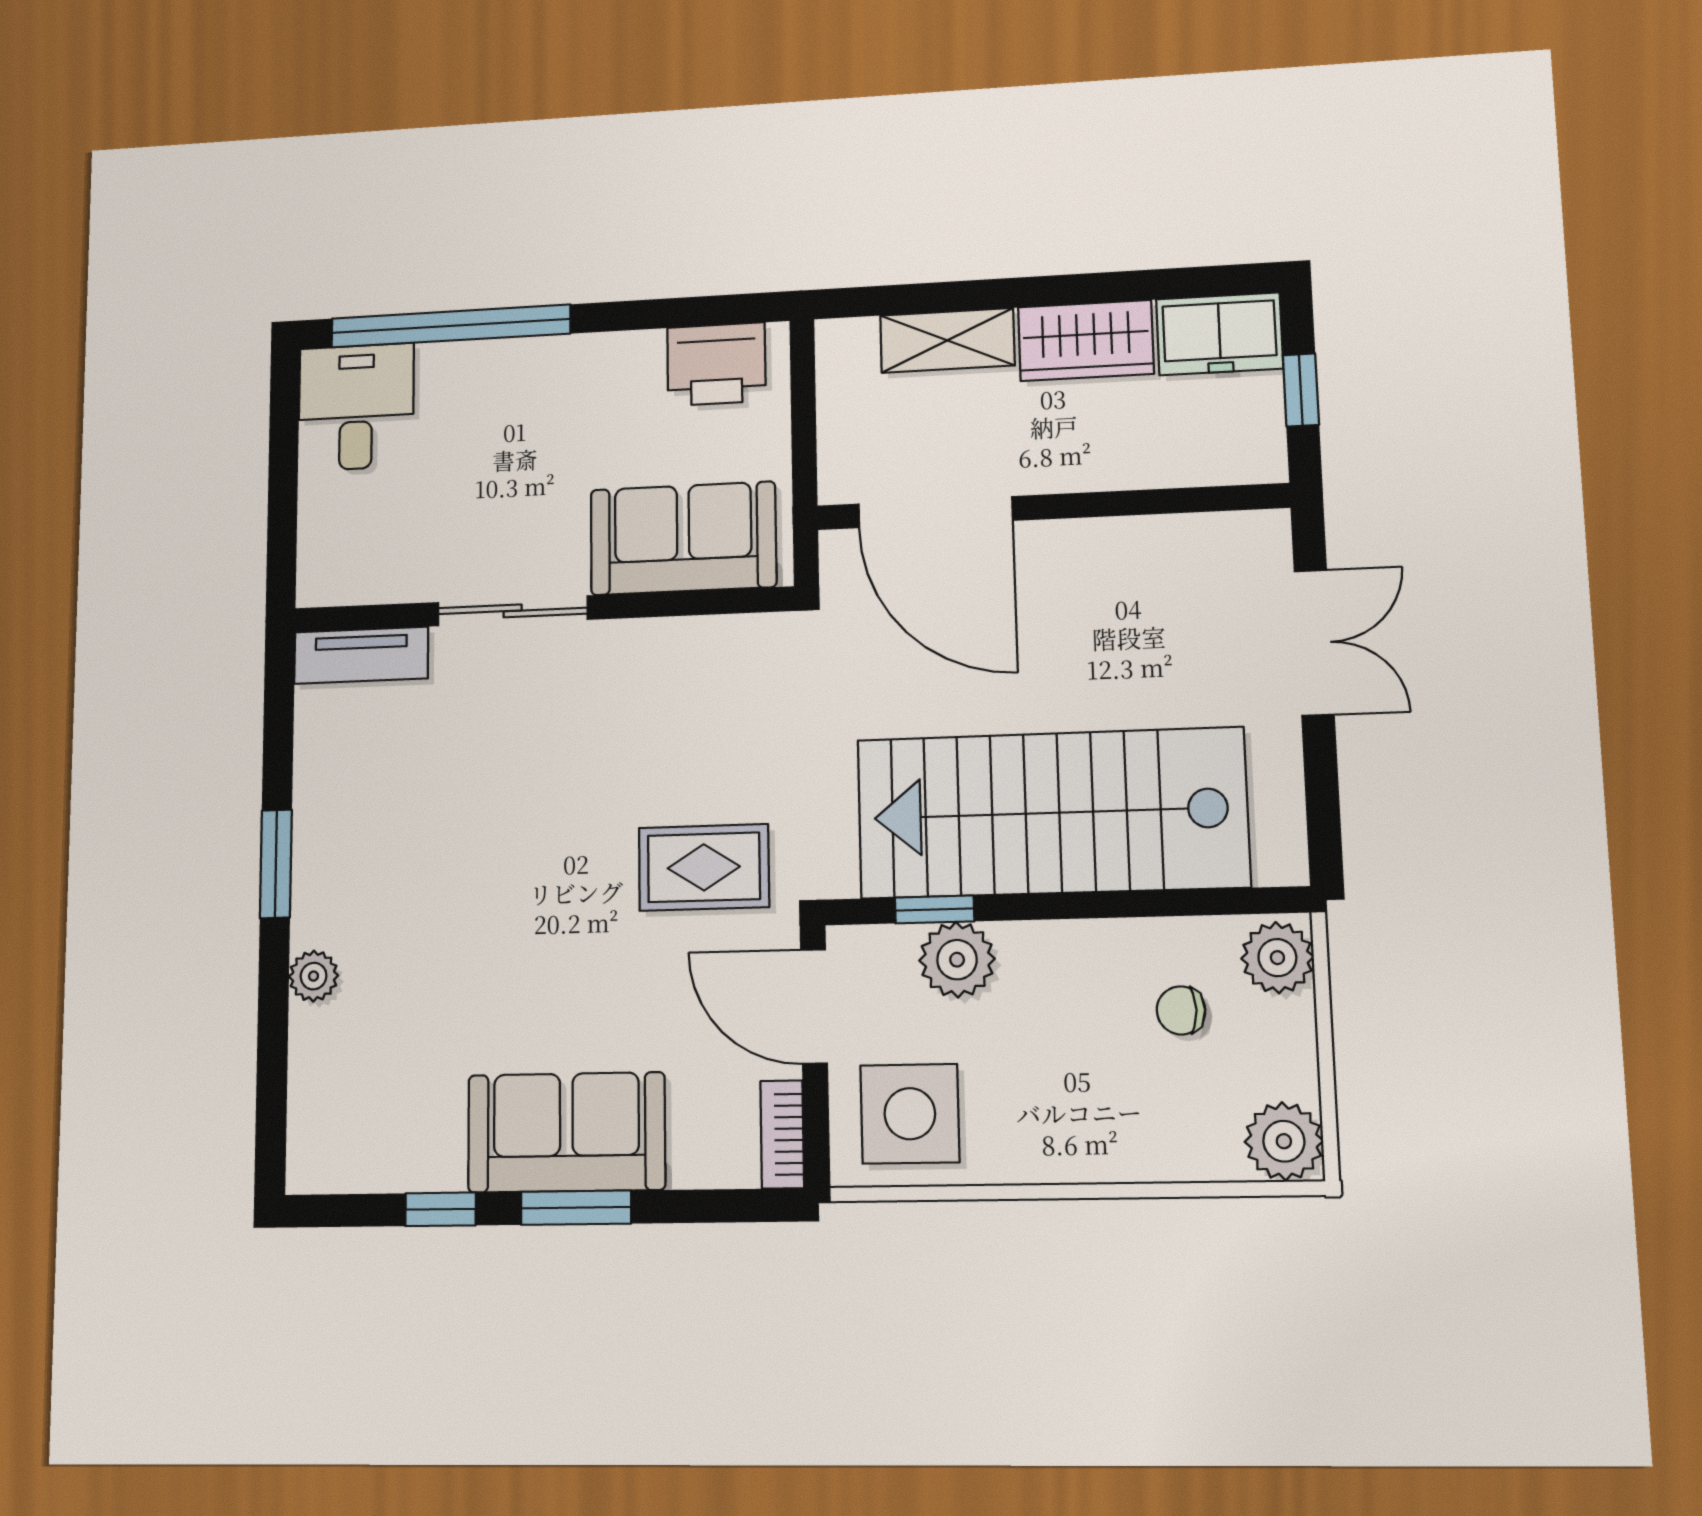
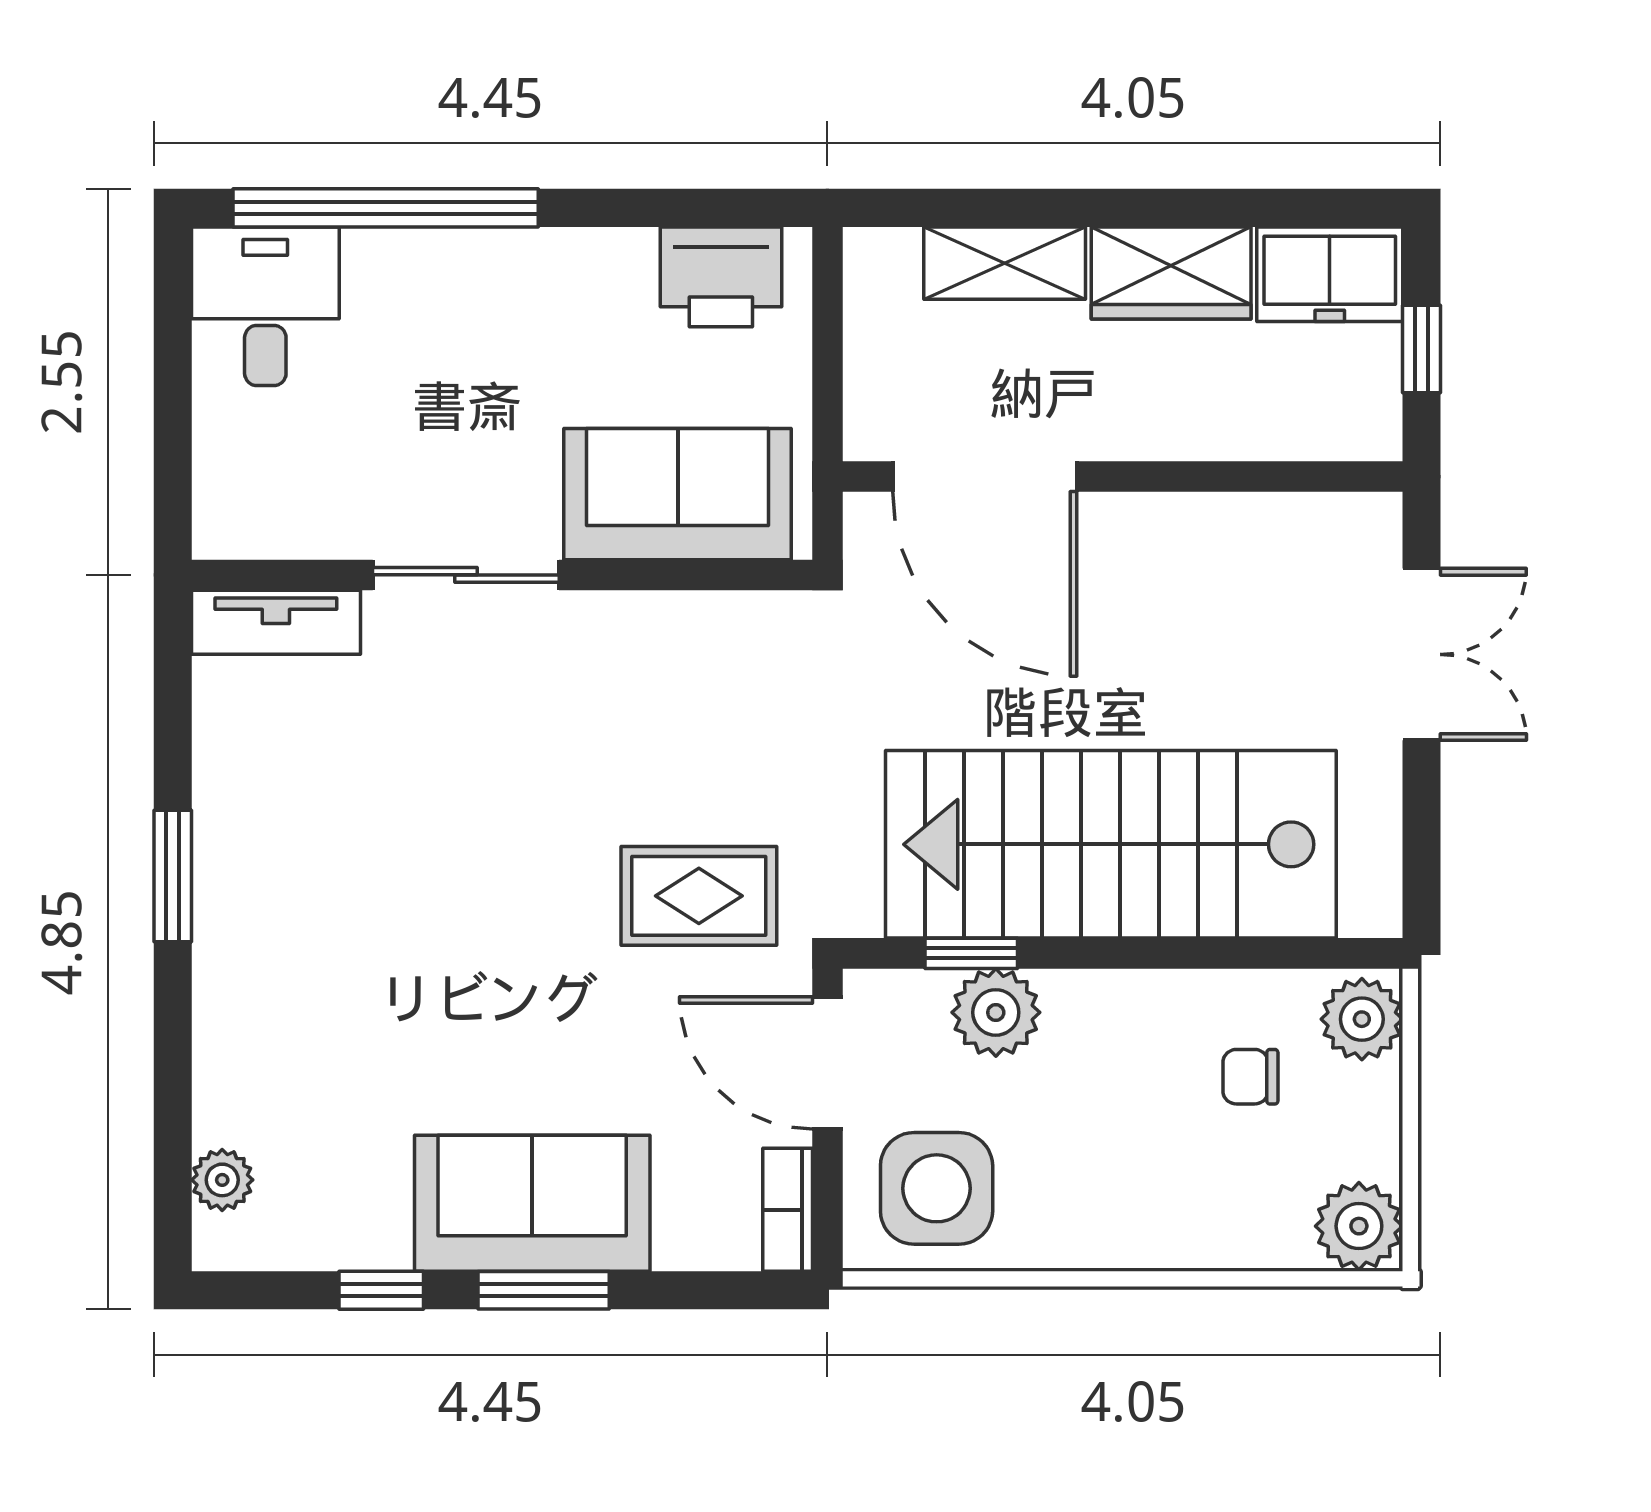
plant: (314, 976) -> (222, 1180), moved

